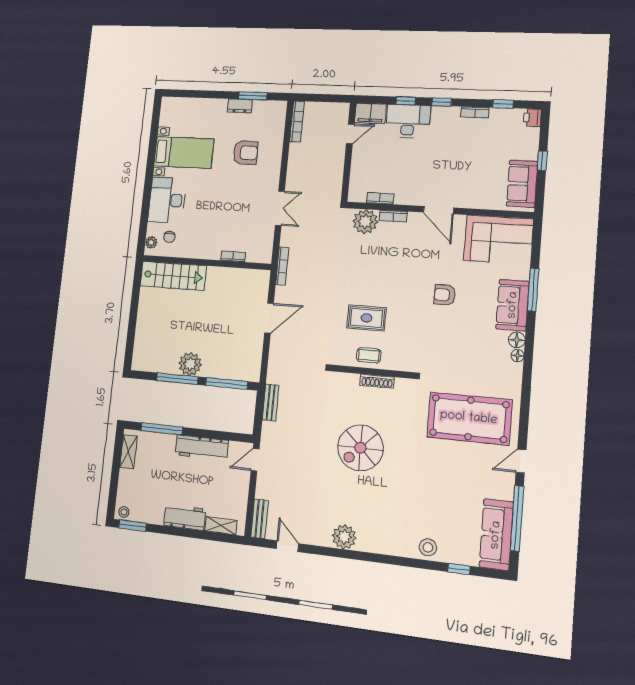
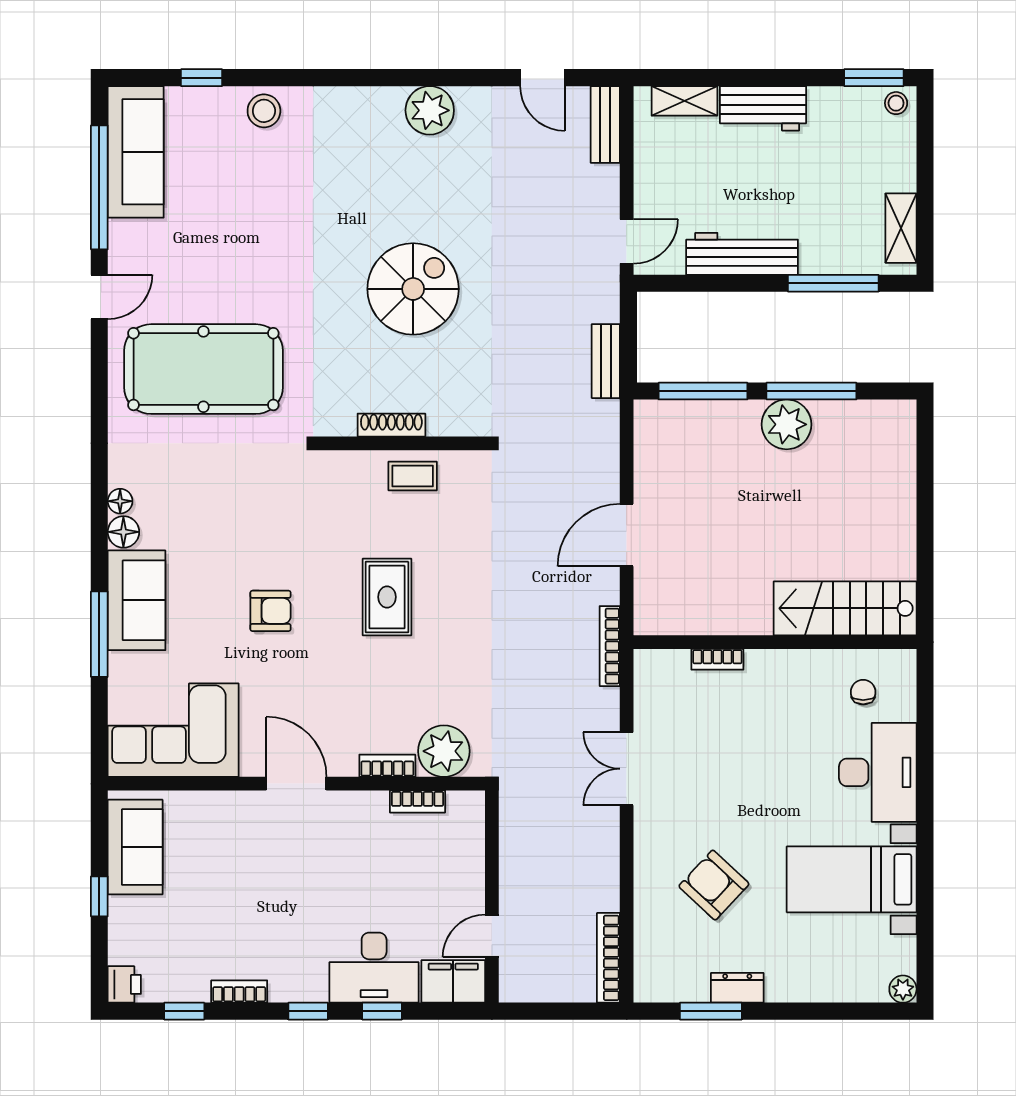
armchair: (245, 153) -> (714, 885), turned 43
plant: (151, 242) -> (903, 989), moved
rug: (366, 318) -> (387, 597), moved, turned 90

